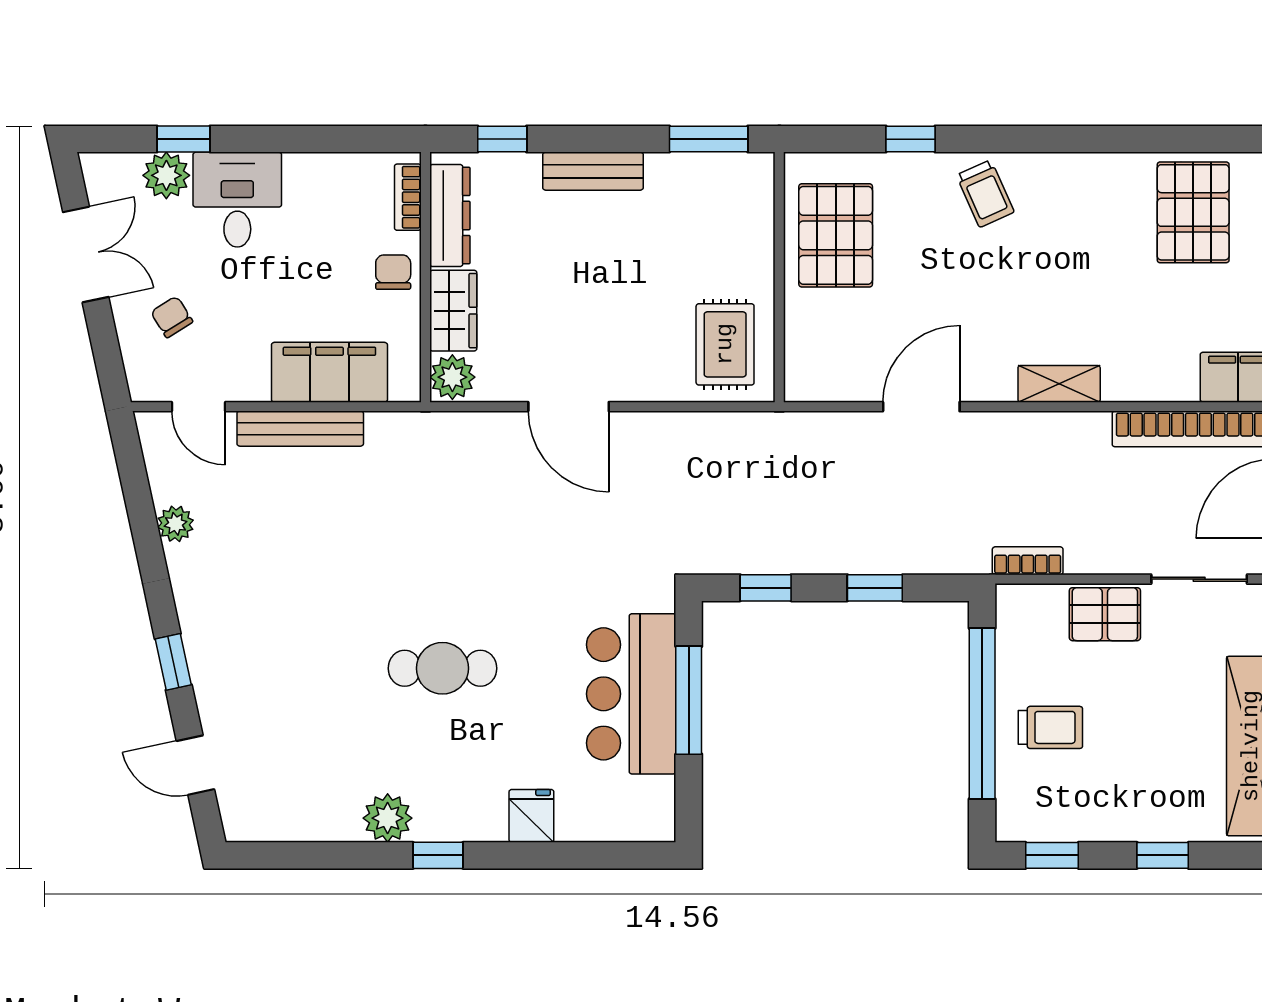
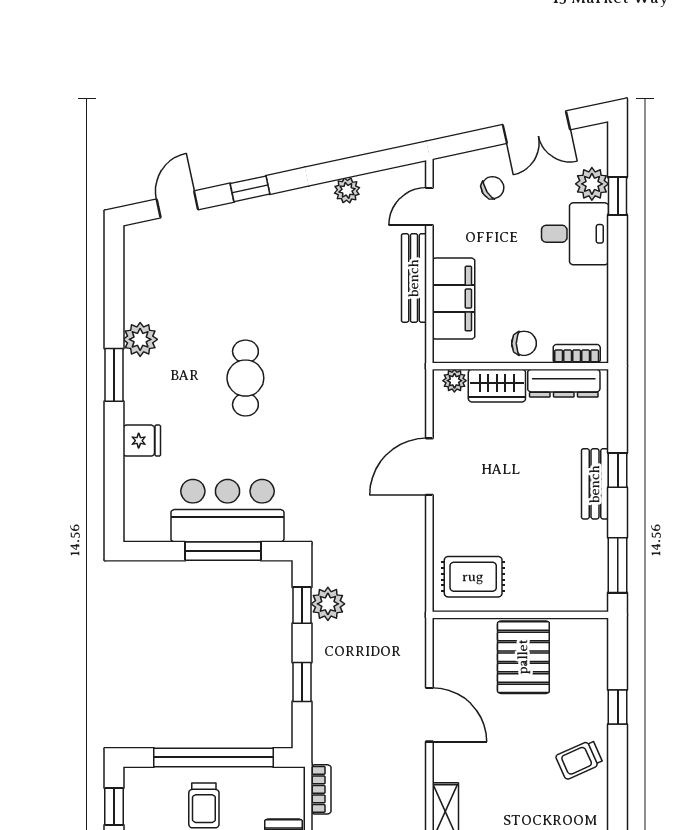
window: (502, 139) -> (618, 470), moved
pallet: (836, 235) -> (523, 657), moved, turned 90
plant: (452, 377) -> (454, 381), width x0.73, depth x0.73
plant: (764, 551) -> (328, 604), added
window: (438, 855) -> (114, 375), width x1.50

